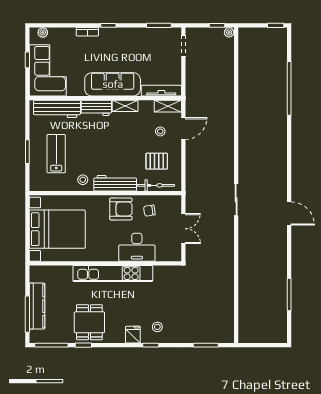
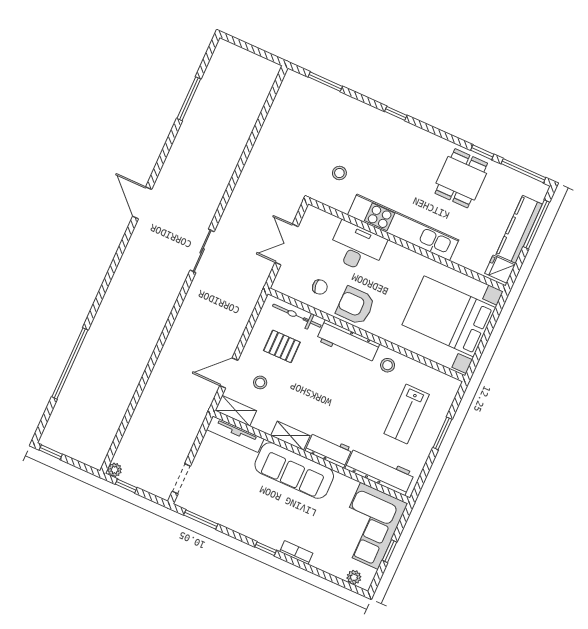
stool: (157, 327) -> (339, 173), moved
fridge: (133, 335) -> (500, 269), moved, turned 90

